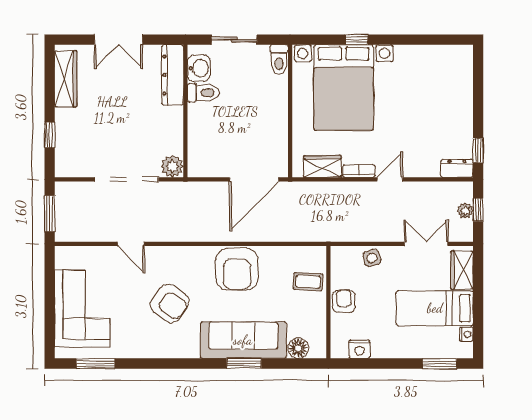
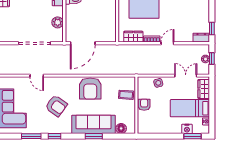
plant: (172, 166) -> (58, 22), moved
door: (254, 179) -> (83, 43), moved
nightstand: (359, 349) -> (187, 129), moved
window: (95, 364) -> (31, 136), moved
window: (166, 364) -> (55, 136), added

